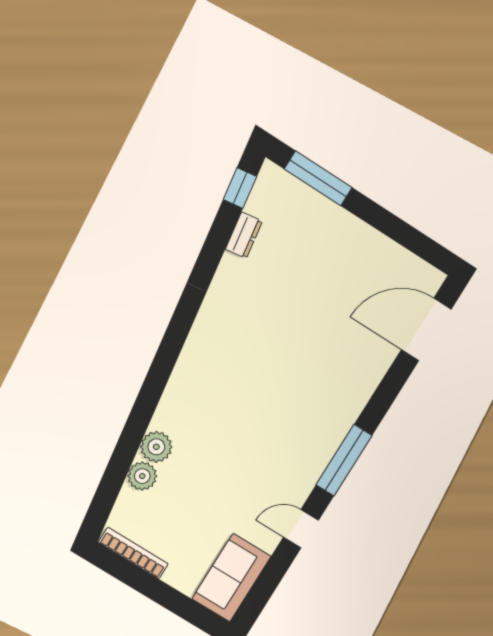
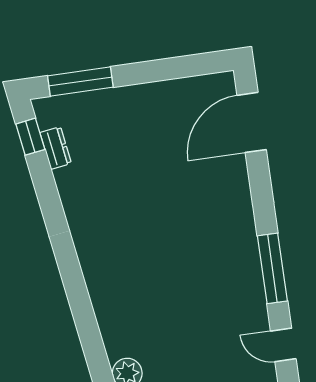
dresser: (244, 235) -> (56, 148), moved
door: (301, 529) -> (283, 345), hinge flipped

